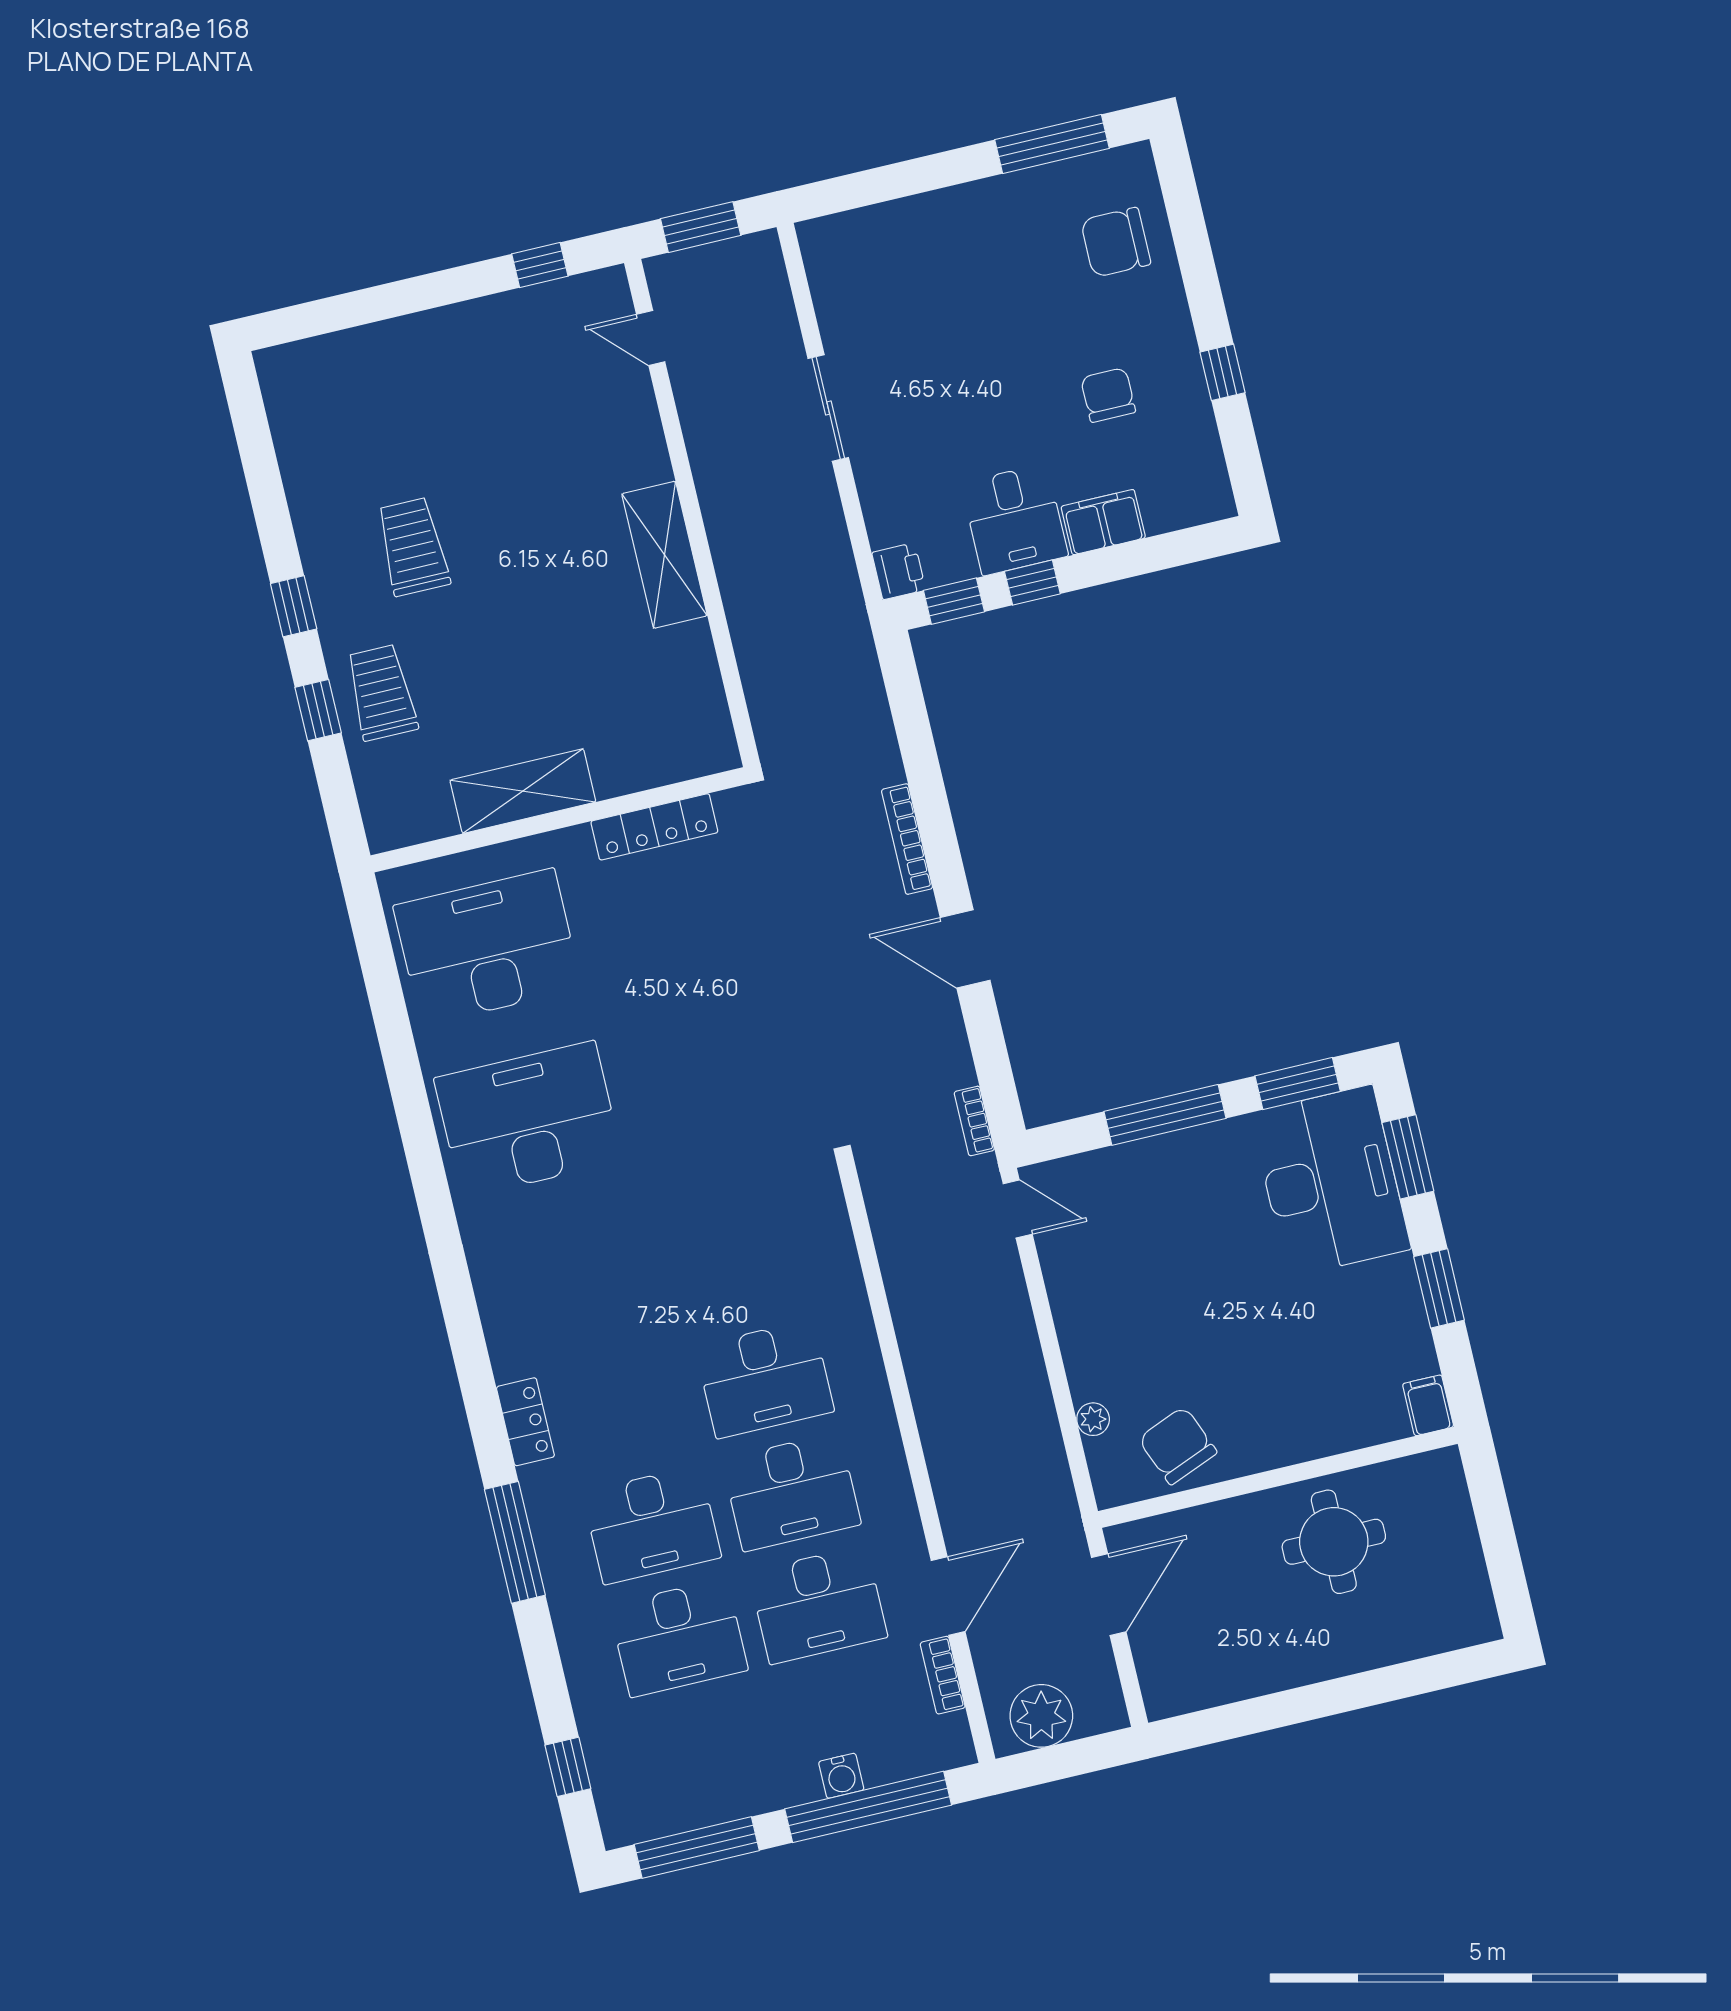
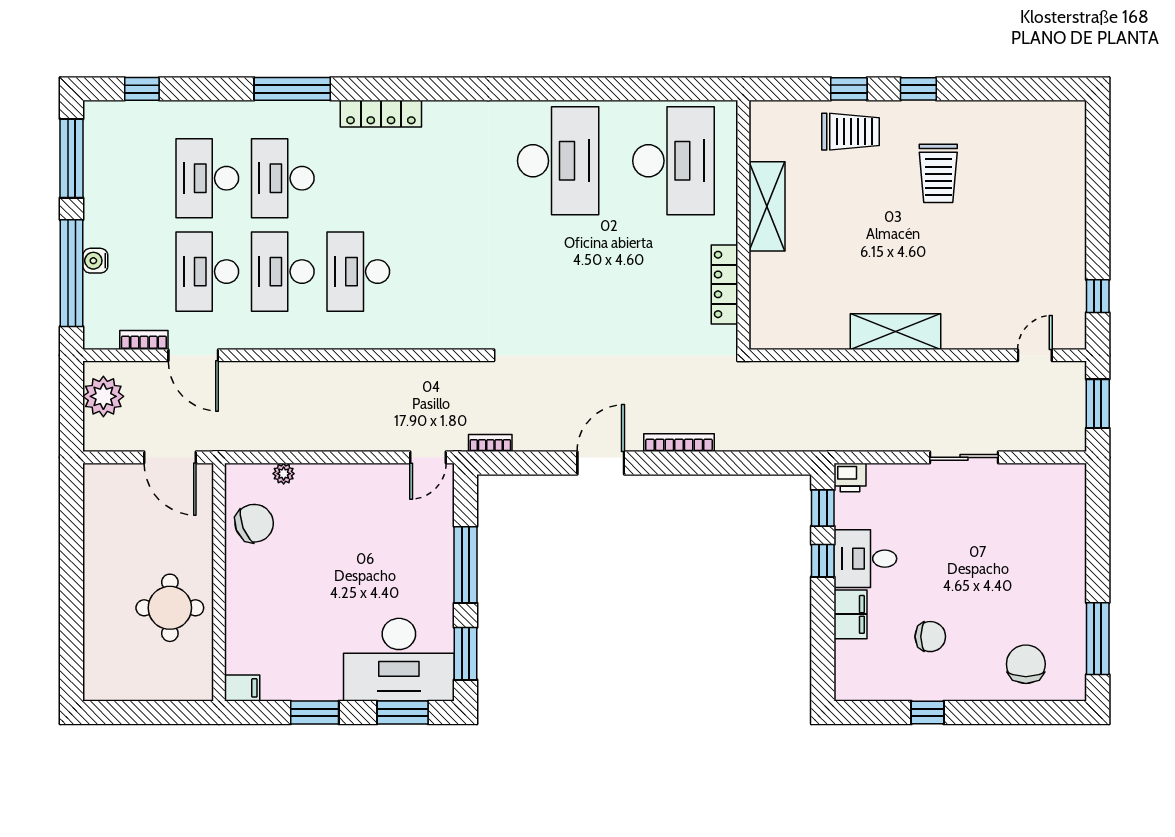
trolley: (413, 547) -> (938, 173), turned 90
locker: (525, 1422) -> (381, 114), width x1.53

